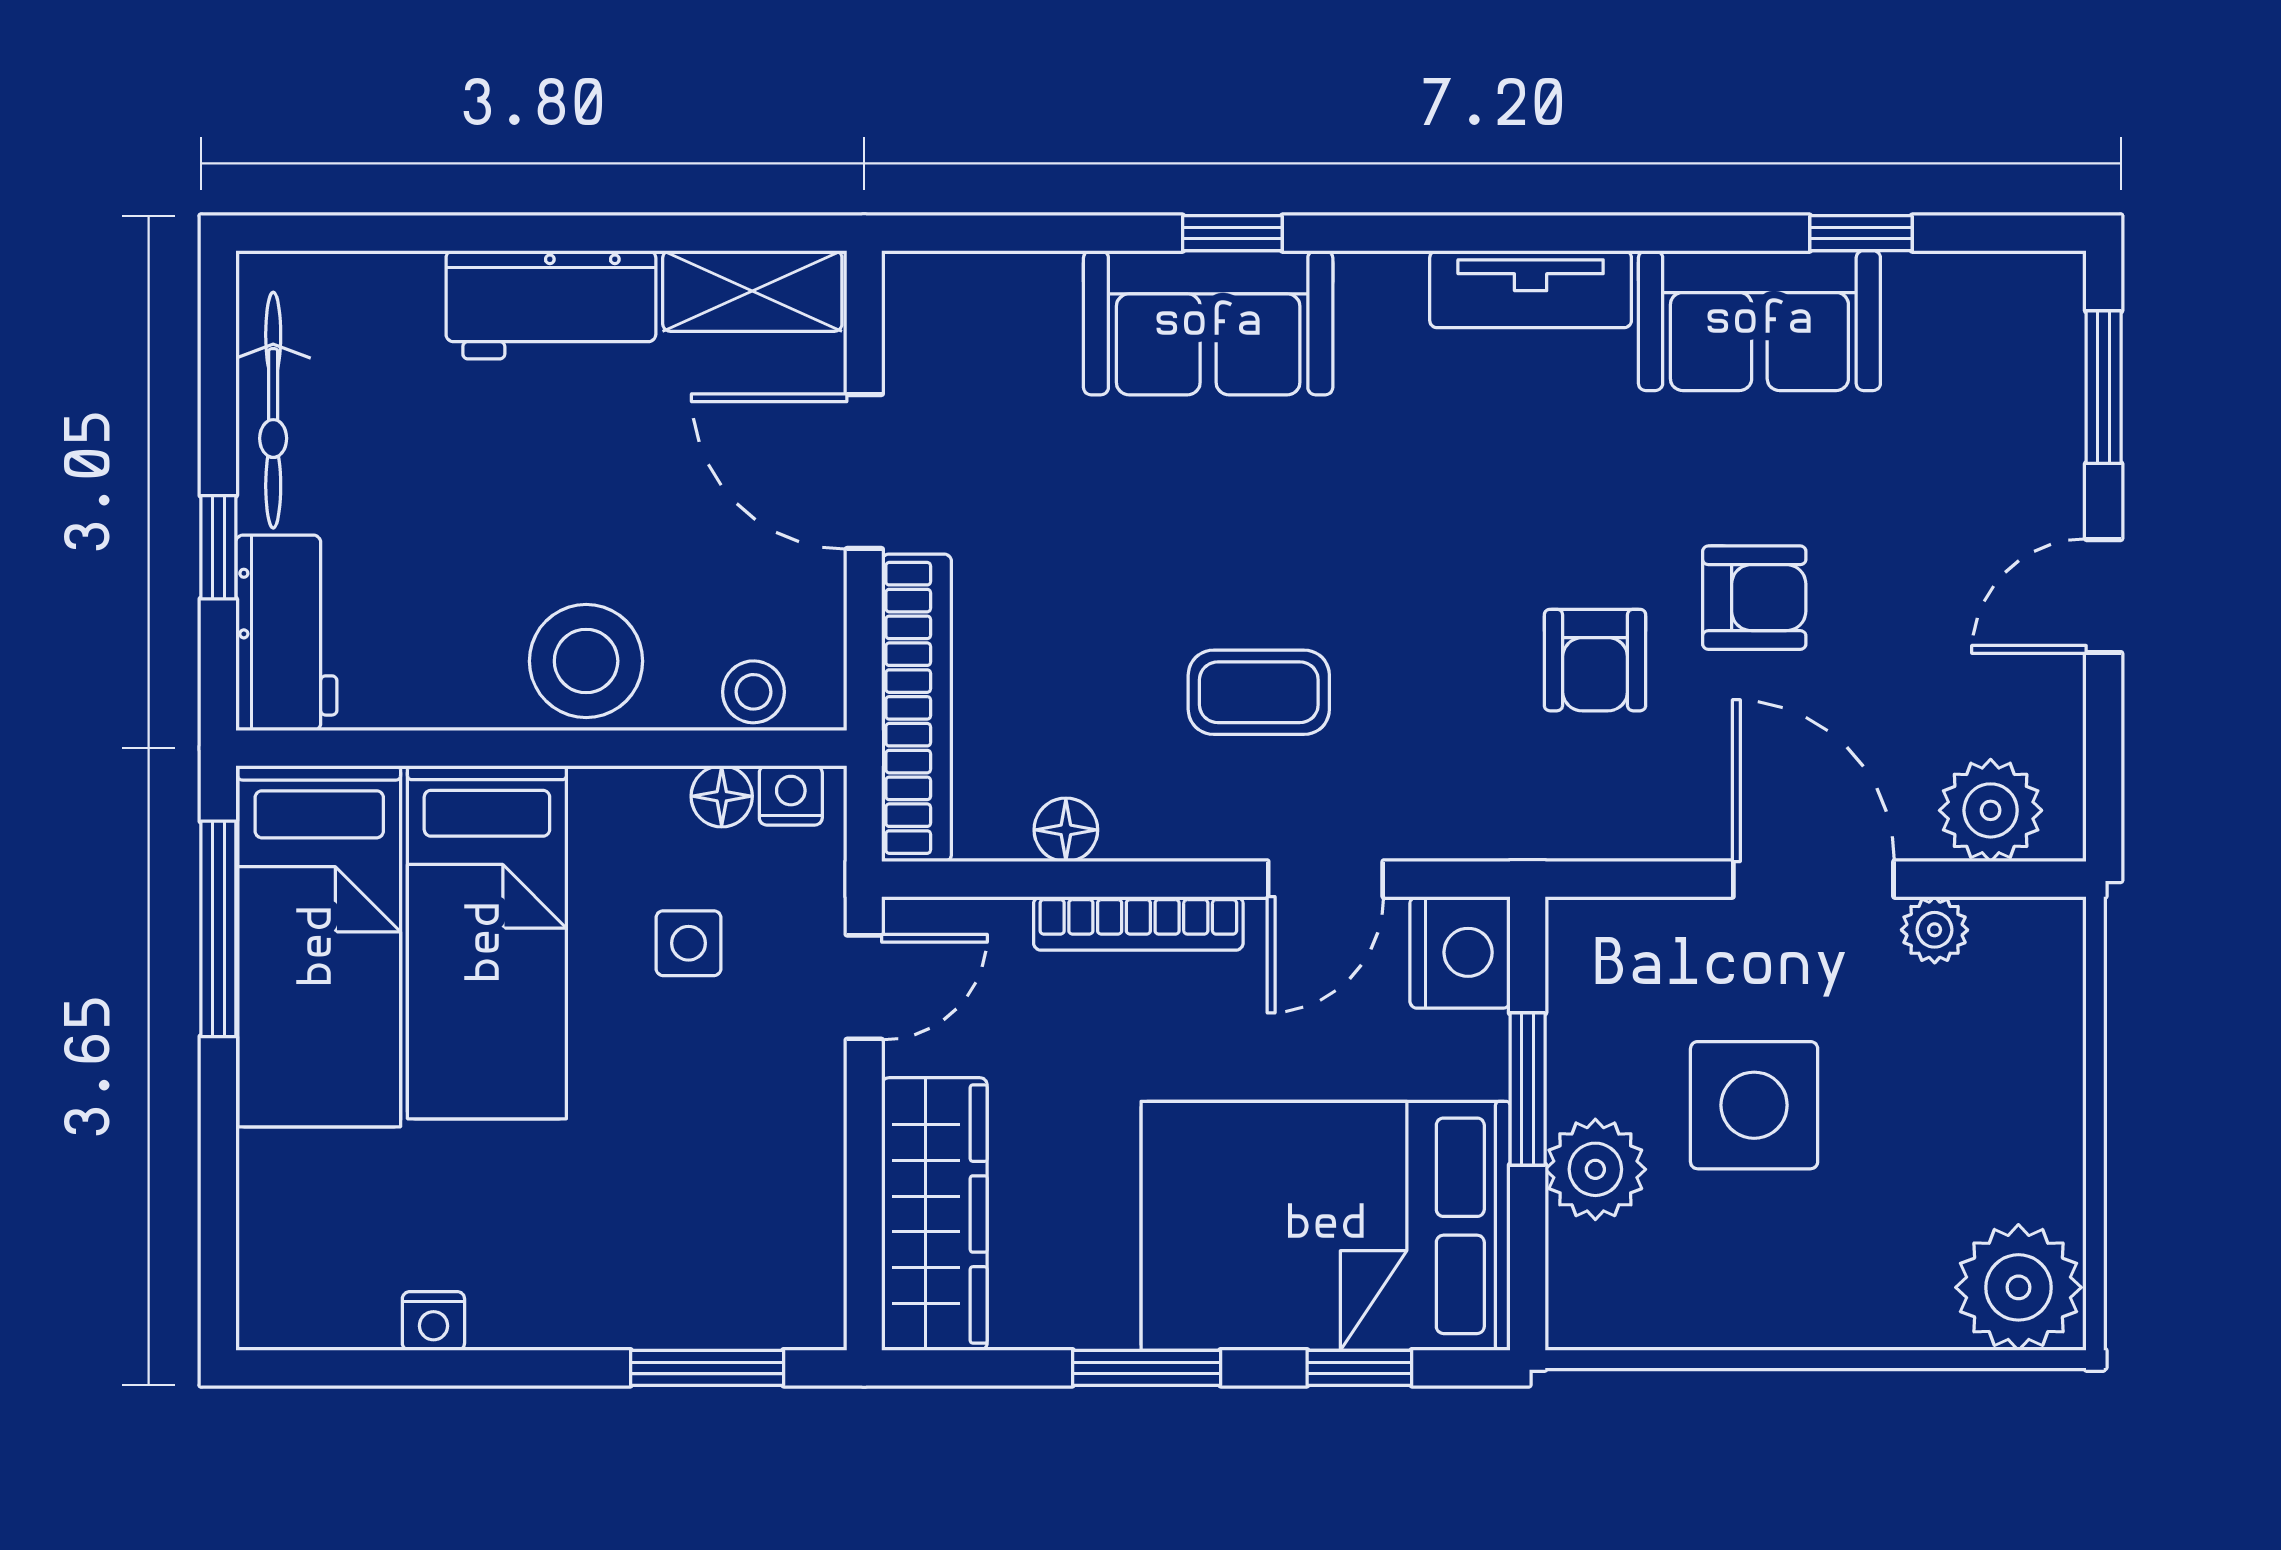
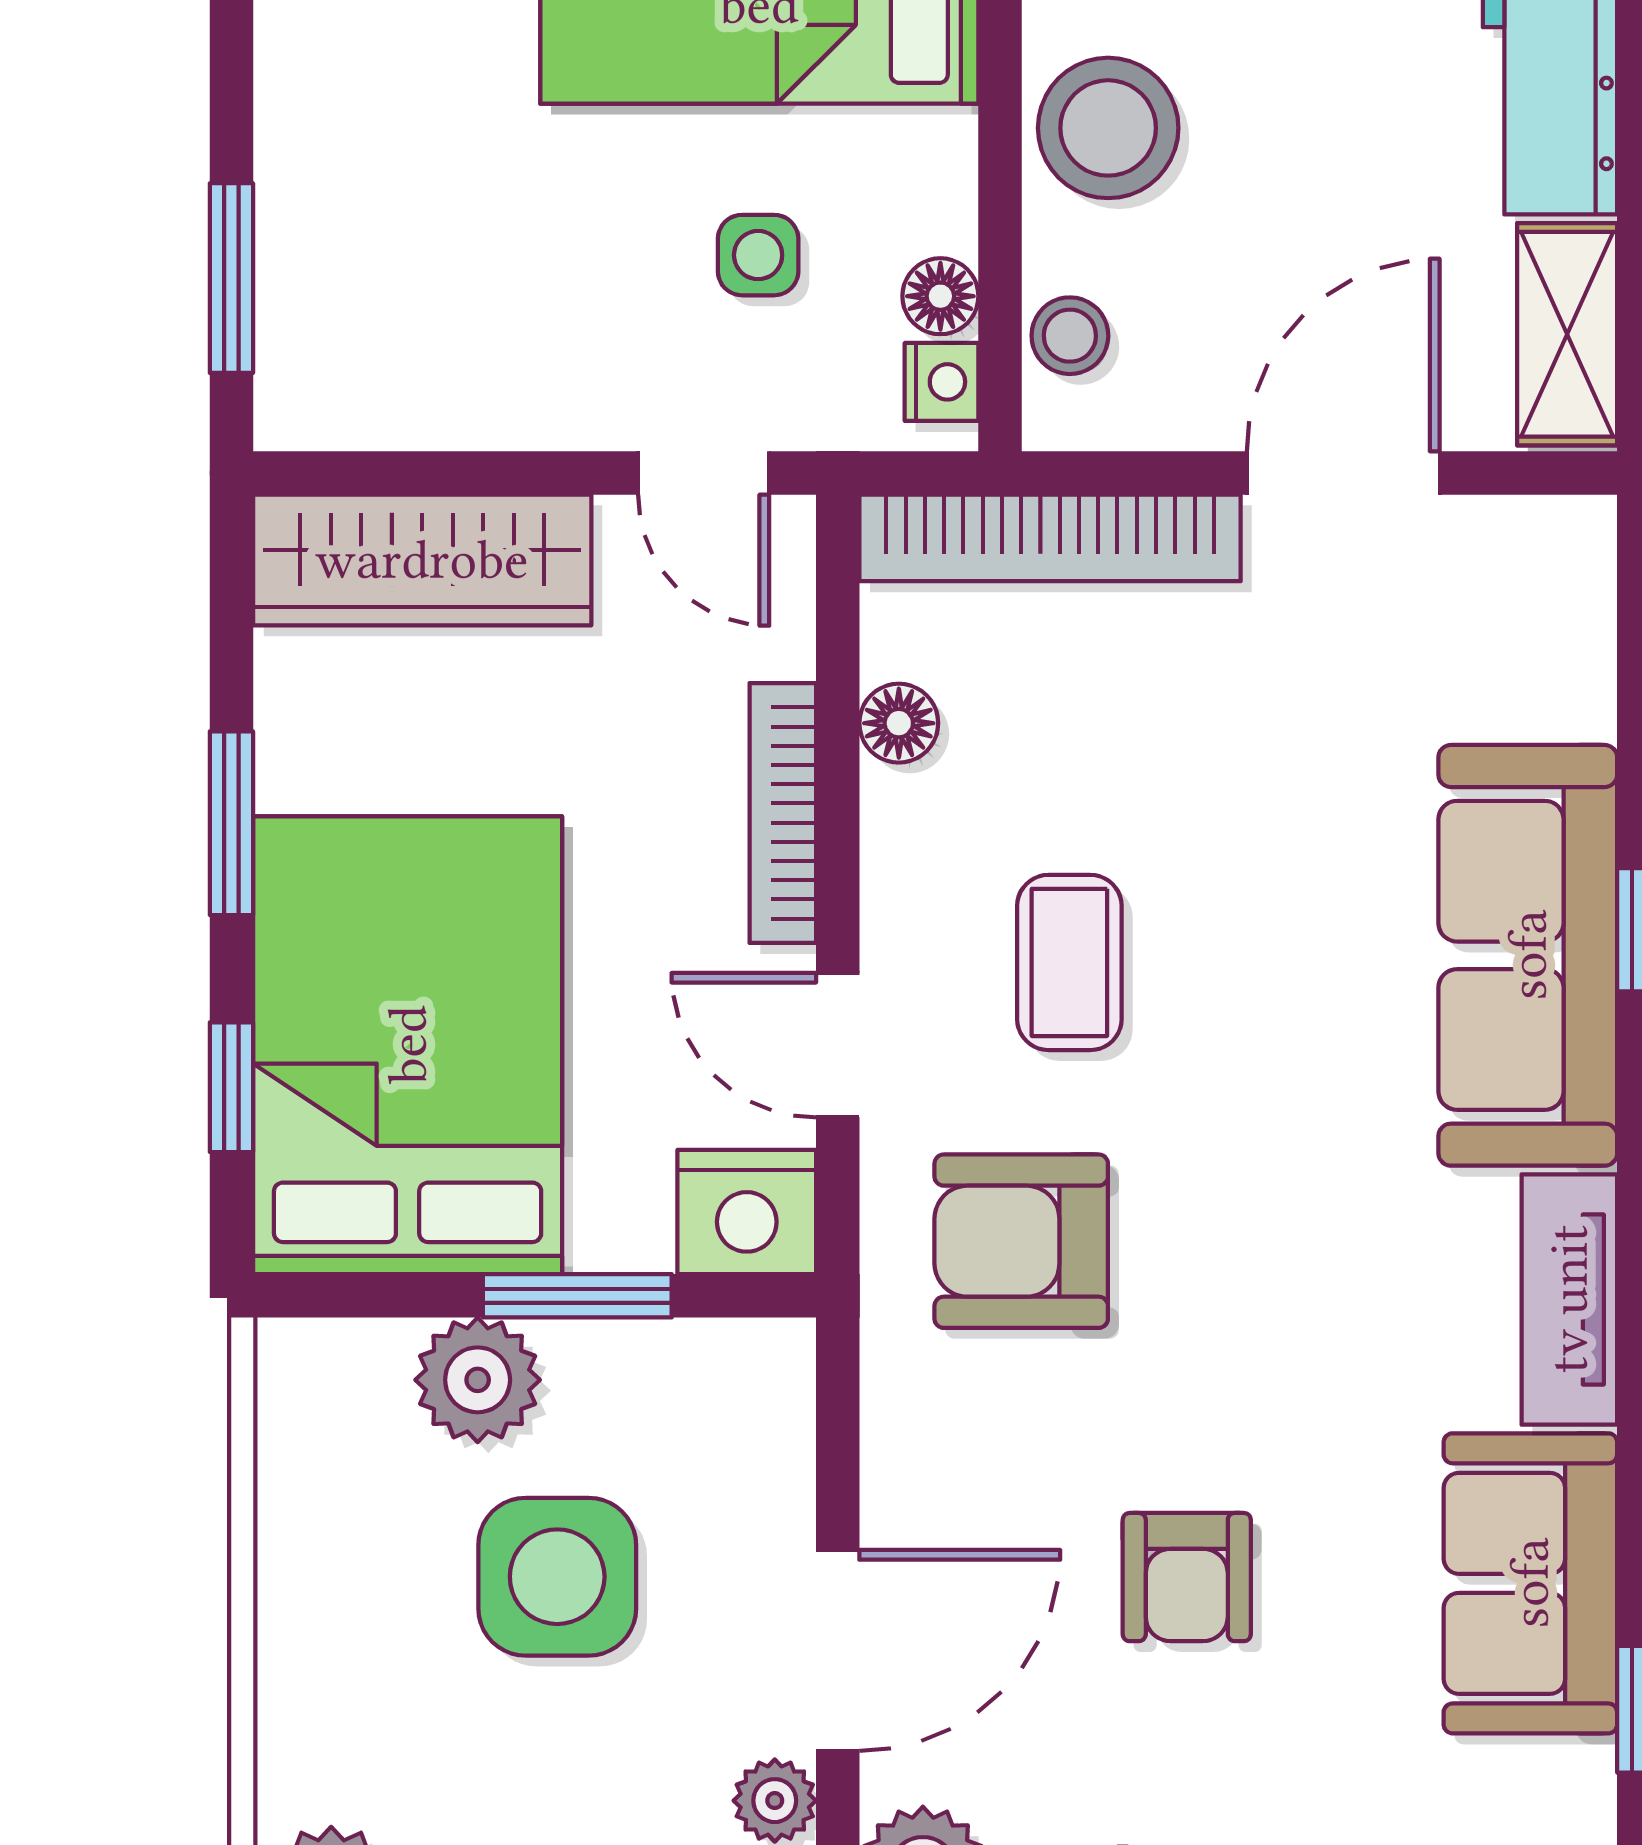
sofa: (1208, 323) -> (1528, 955), width x1.36
armchair: (1595, 660) -> (1021, 1241), moved, width x1.38, depth x1.38

